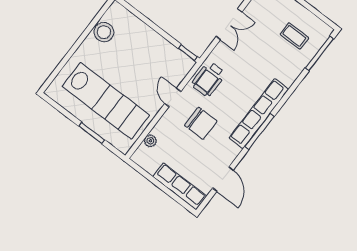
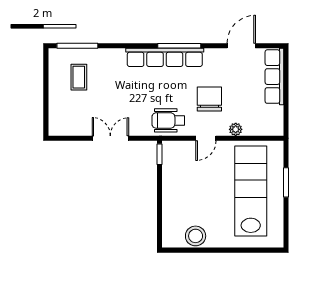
wheelchair: (208, 79) -> (168, 120), turned 180
plant: (150, 141) -> (236, 129), moved

